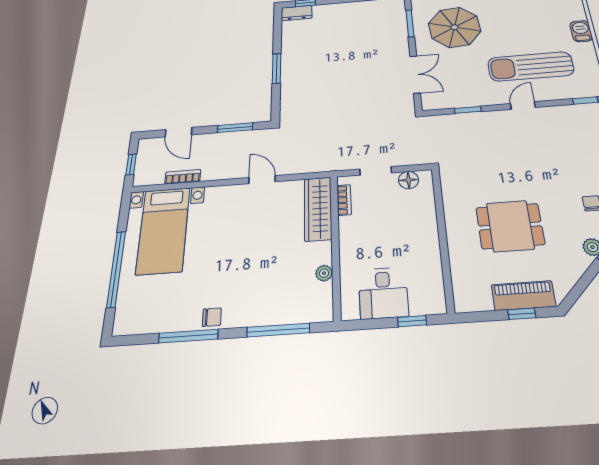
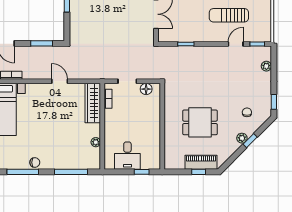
sun lounger: (531, 66) -> (229, 15), width x0.73, depth x0.75
door: (523, 105) -> (236, 44), moved

